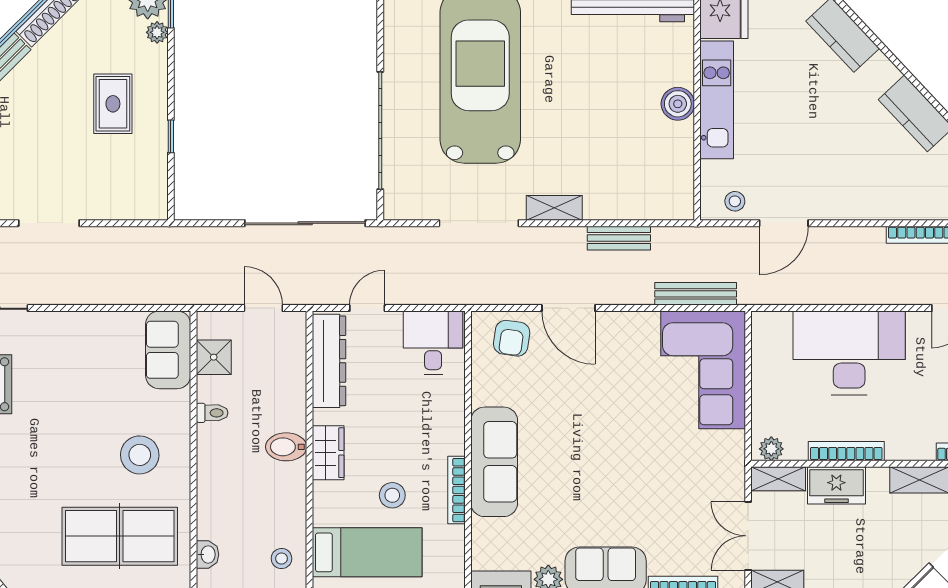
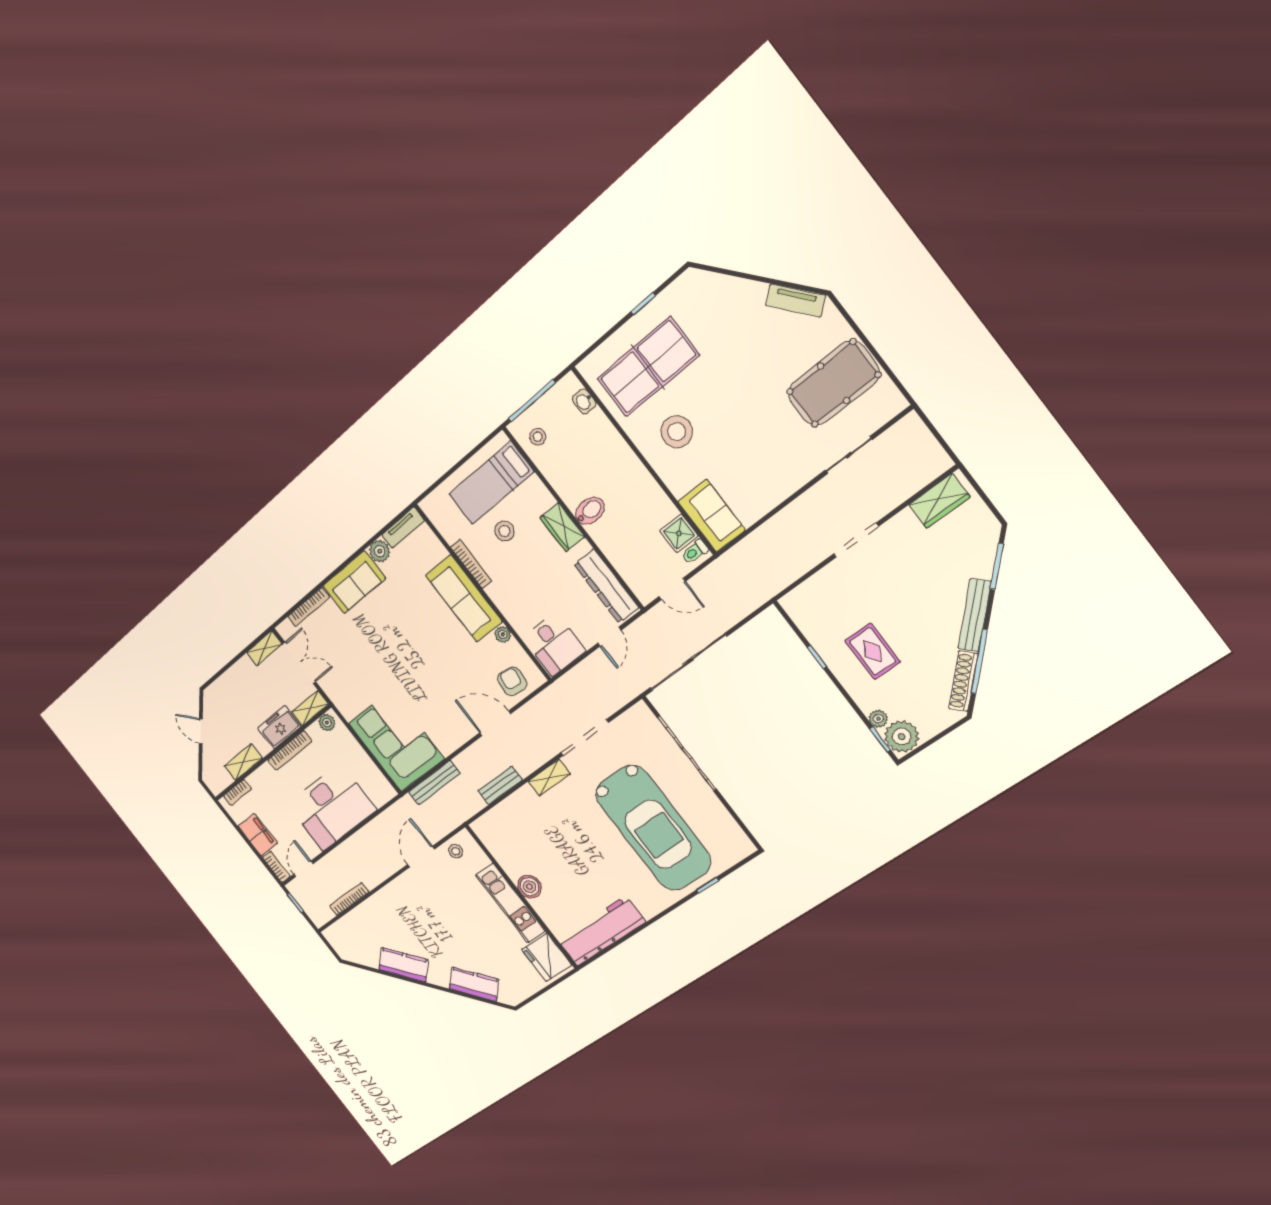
plant: (482, 394) -> (503, 634), added
toilet: (212, 413) -> (695, 552), moved

